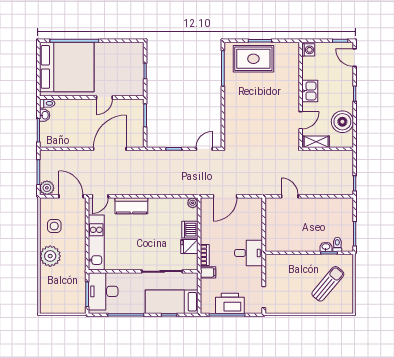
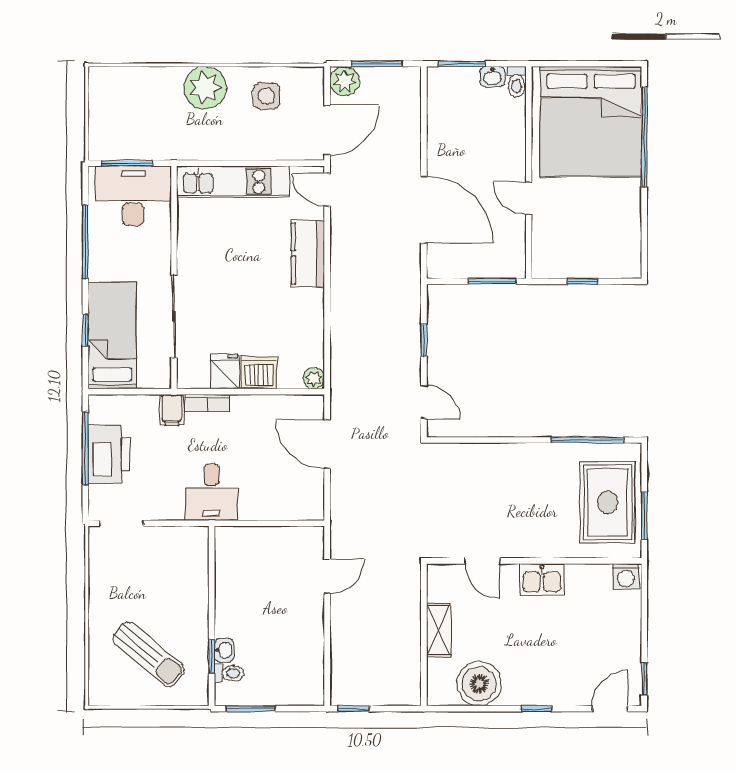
washing machine: (308, 50) -> (626, 576), moved
kitchen sink: (310, 91) -> (542, 580), moved
wall: (301, 95) -> (534, 561), moved
door: (301, 120) -> (482, 561), moved

